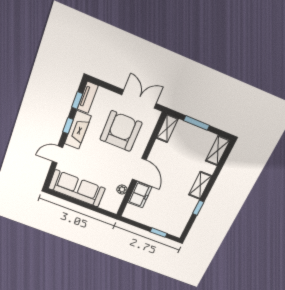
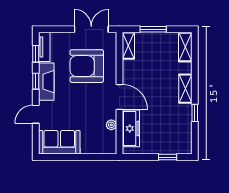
armchair: (121, 131) -> (87, 66), turned -90
sofa: (77, 188) -> (59, 142), width x0.73
freezer: (140, 195) -> (131, 128), width x1.40

